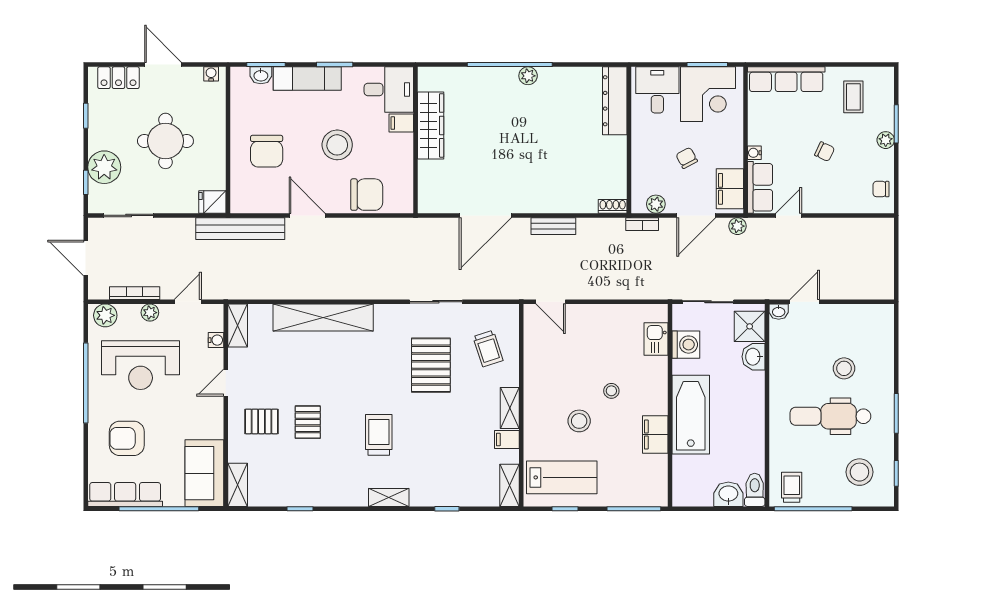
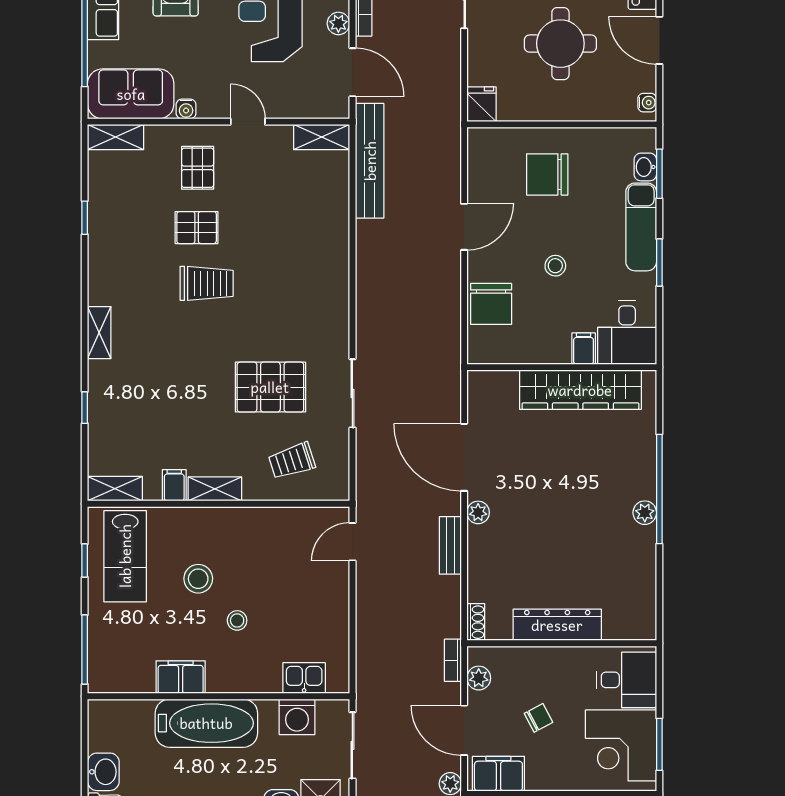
door: (163, 65) -> (659, 40), swing flipped
dresser: (615, 101) -> (557, 625), moved
wardrobe: (431, 125) -> (580, 390), width x1.40, depth x1.17
stool: (337, 145) -> (555, 266), width x0.53, depth x0.53
plant: (528, 205) -> (478, 512), added
bench: (240, 229) -> (370, 161), moved
door: (188, 302) -> (352, 72), width x1.38
shelving: (323, 317) -> (332, 247), removed
water cooler: (216, 340) -> (186, 109), moved
trolley: (379, 435) -> (207, 283), moved

